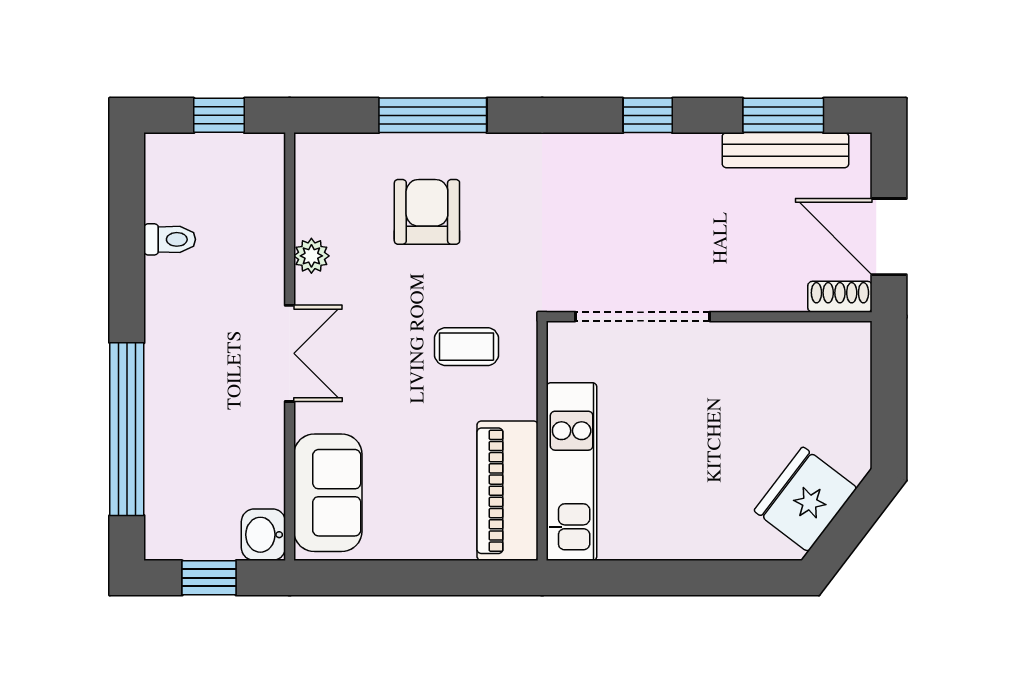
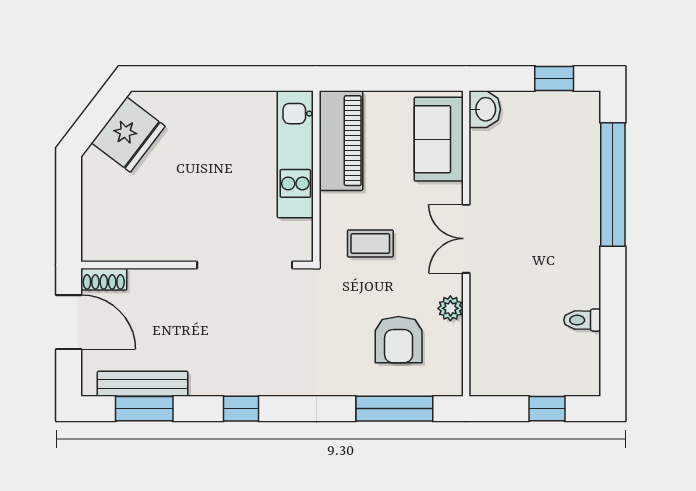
plant: (311, 256) -> (450, 308), moved
wall: (290, 347) -> (466, 244), moved
double door: (290, 353) -> (466, 239), moved
sofa: (328, 493) -> (439, 139), moved
washbasin: (263, 535) -> (485, 109), moved

